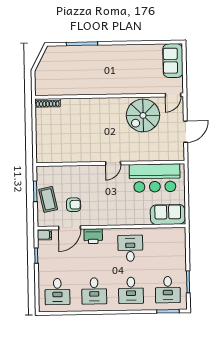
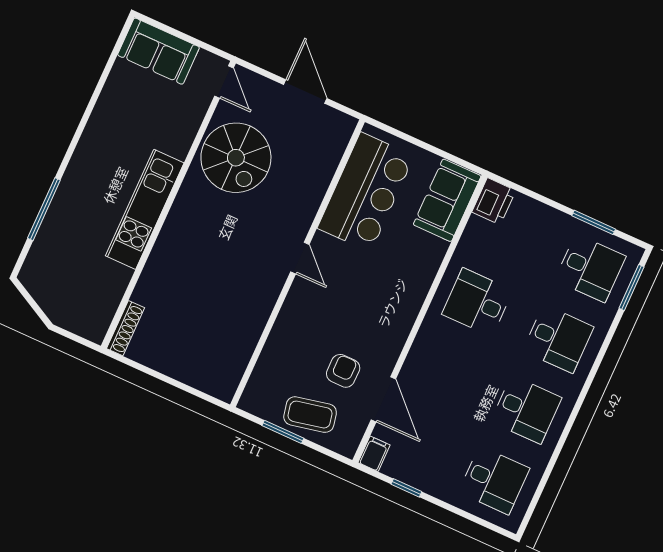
kitchen unit: (102, 87) -> (145, 209), added
printer: (93, 236) -> (494, 201), moved

